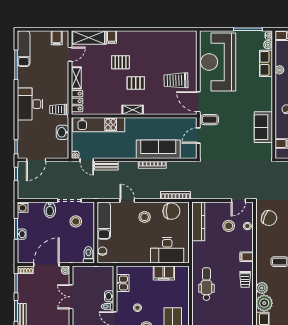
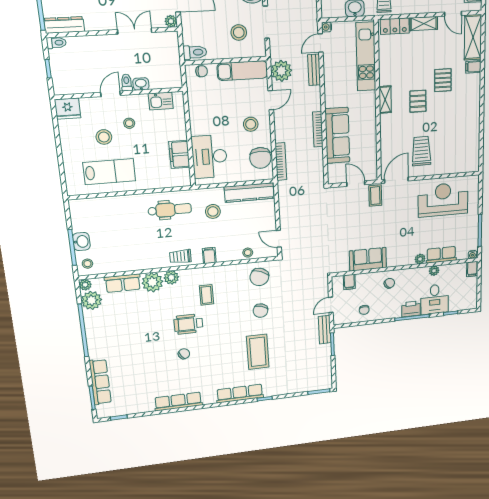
plant: (268, 45) -> (420, 259), moved
reception desk: (218, 62) -> (443, 200), width x0.74, depth x0.77
plant: (106, 191) -> (281, 71), added
stool: (229, 226) -> (213, 211), moved

